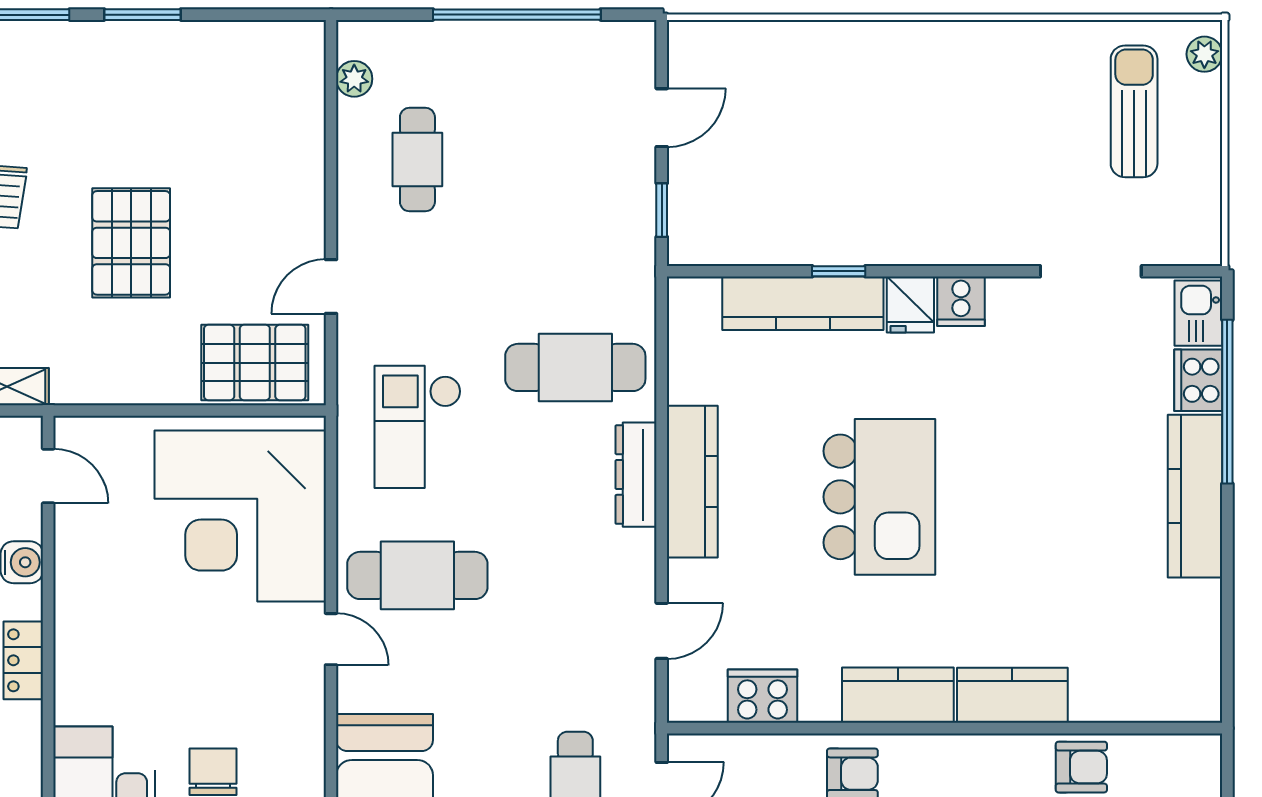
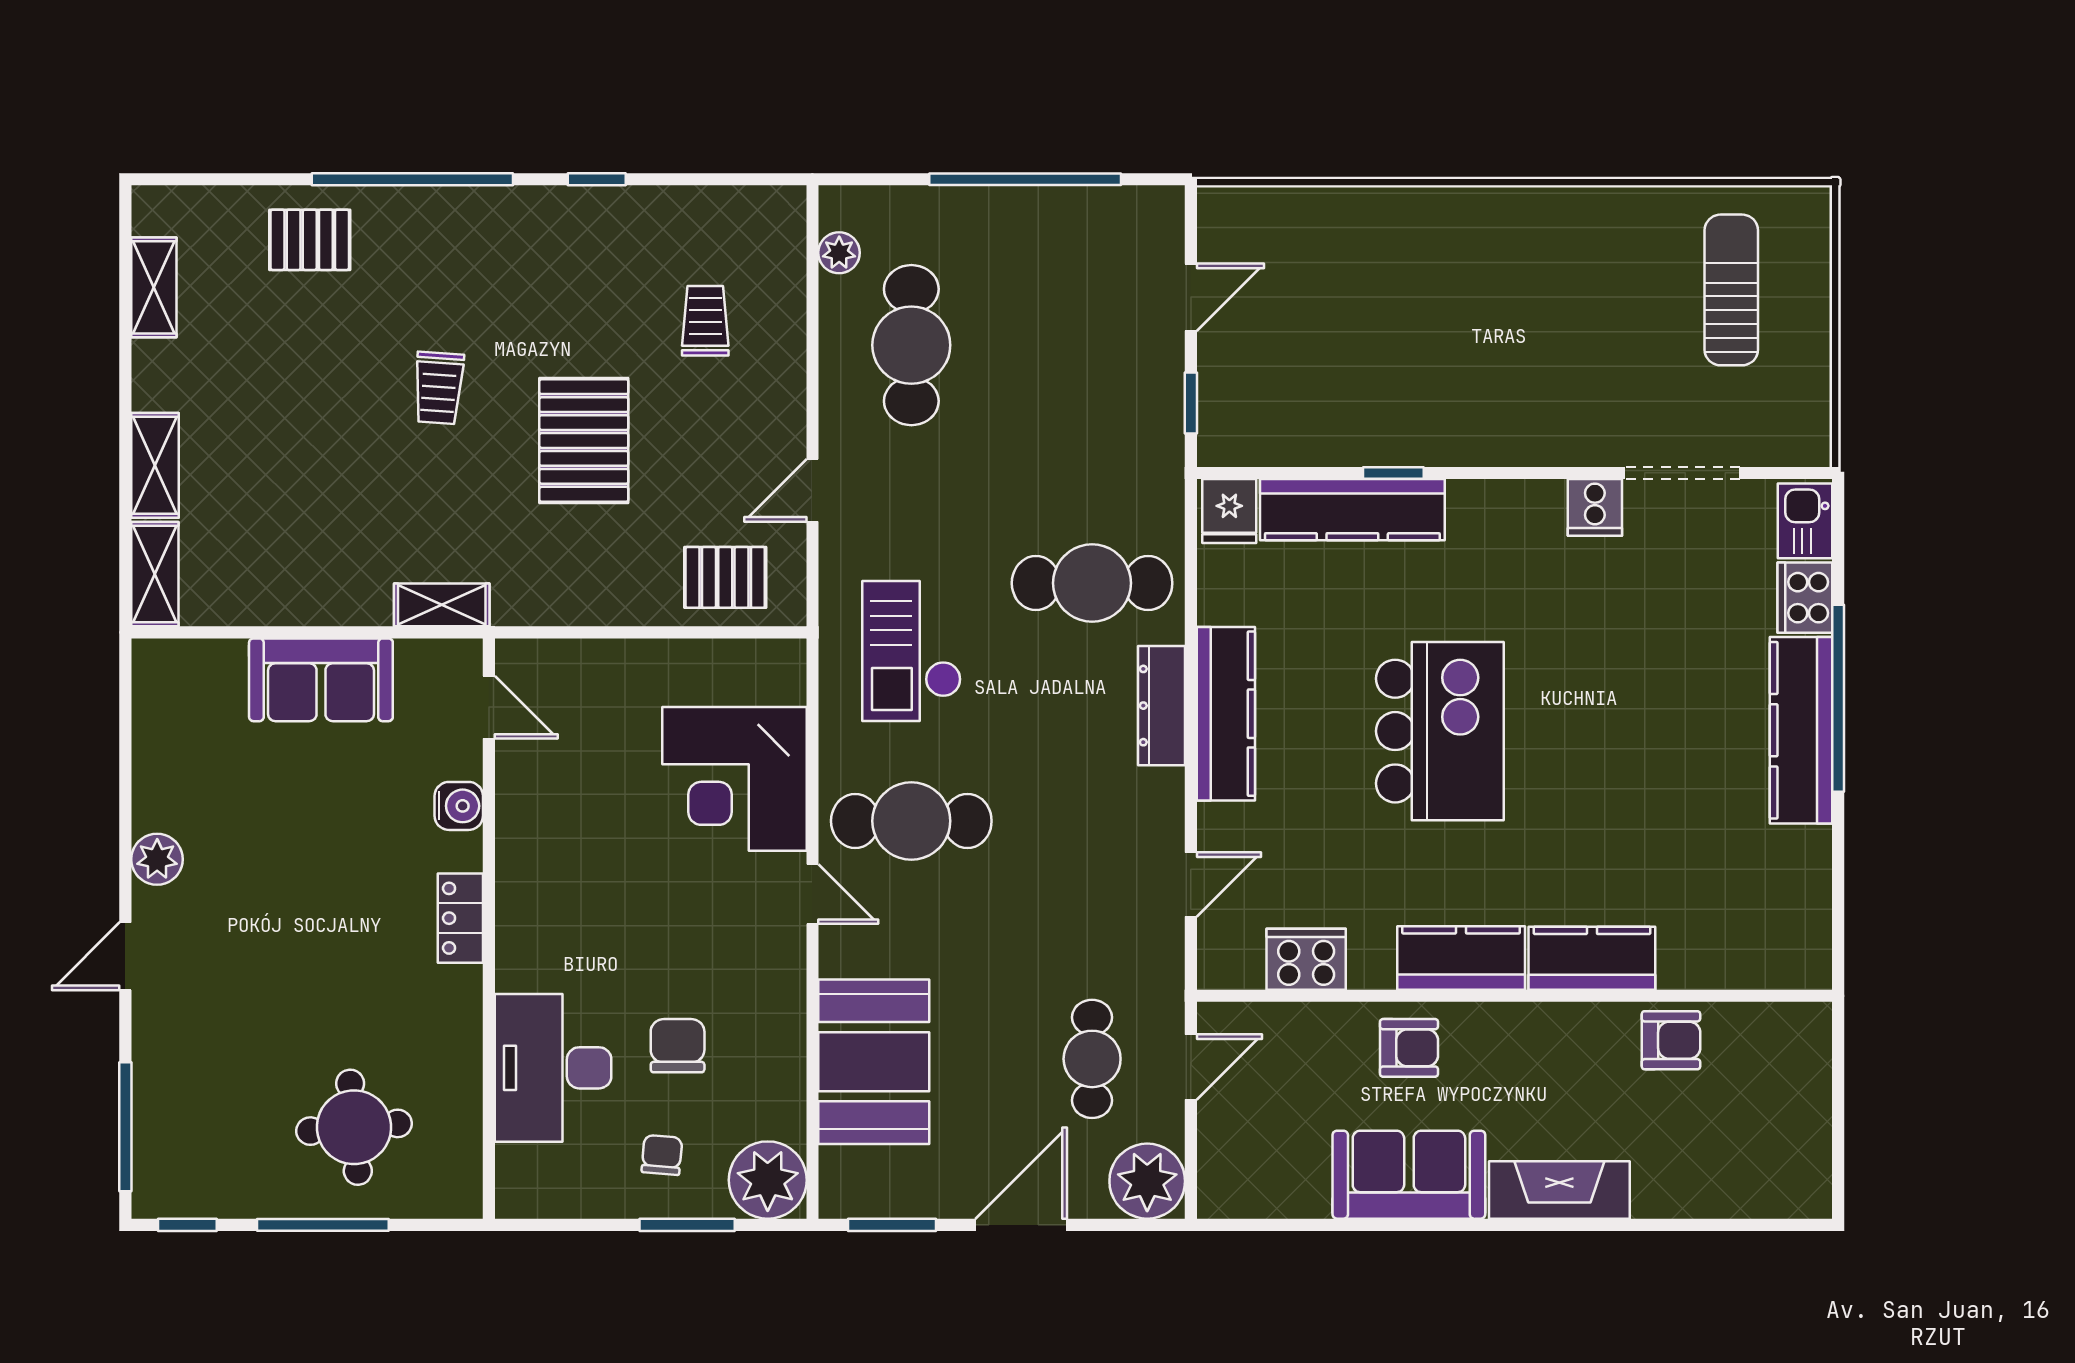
window: (142, 15) -> (597, 179), width x0.67
plant: (1204, 54) -> (1812, 225), removed
trolley: (237, 138) -> (705, 321), added
cafe table: (417, 160) -> (911, 345), width x1.37, depth x1.35
cooker: (961, 301) -> (1595, 507), moved
fridge: (910, 305) -> (1229, 511), moved
pallet: (255, 363) -> (725, 577), width x0.67, depth x0.71
window: (1227, 402) -> (1838, 698), moved
corner desk: (240, 516) -> (734, 779), width x0.74, depth x0.74

